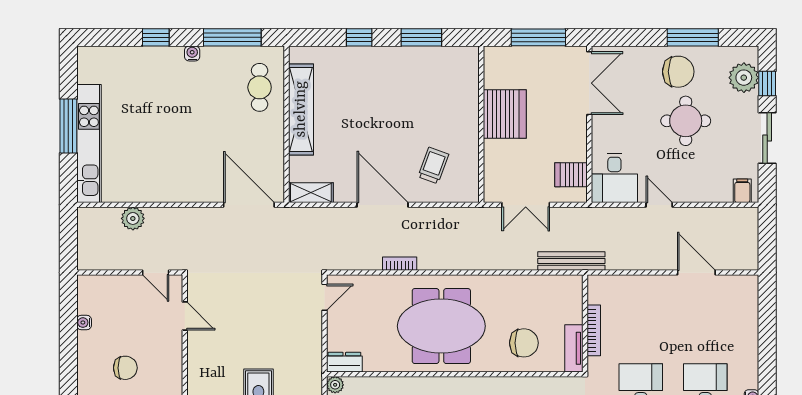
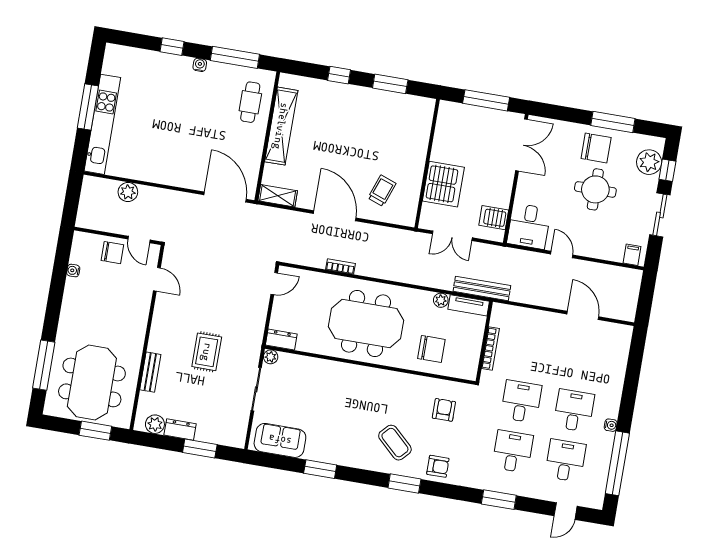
server rack: (505, 114) -> (443, 184), moved
plant: (525, 283) -> (441, 300), added
tv unit: (574, 348) -> (469, 305), moved, turned -90
chair: (125, 368) -> (112, 253), moved

